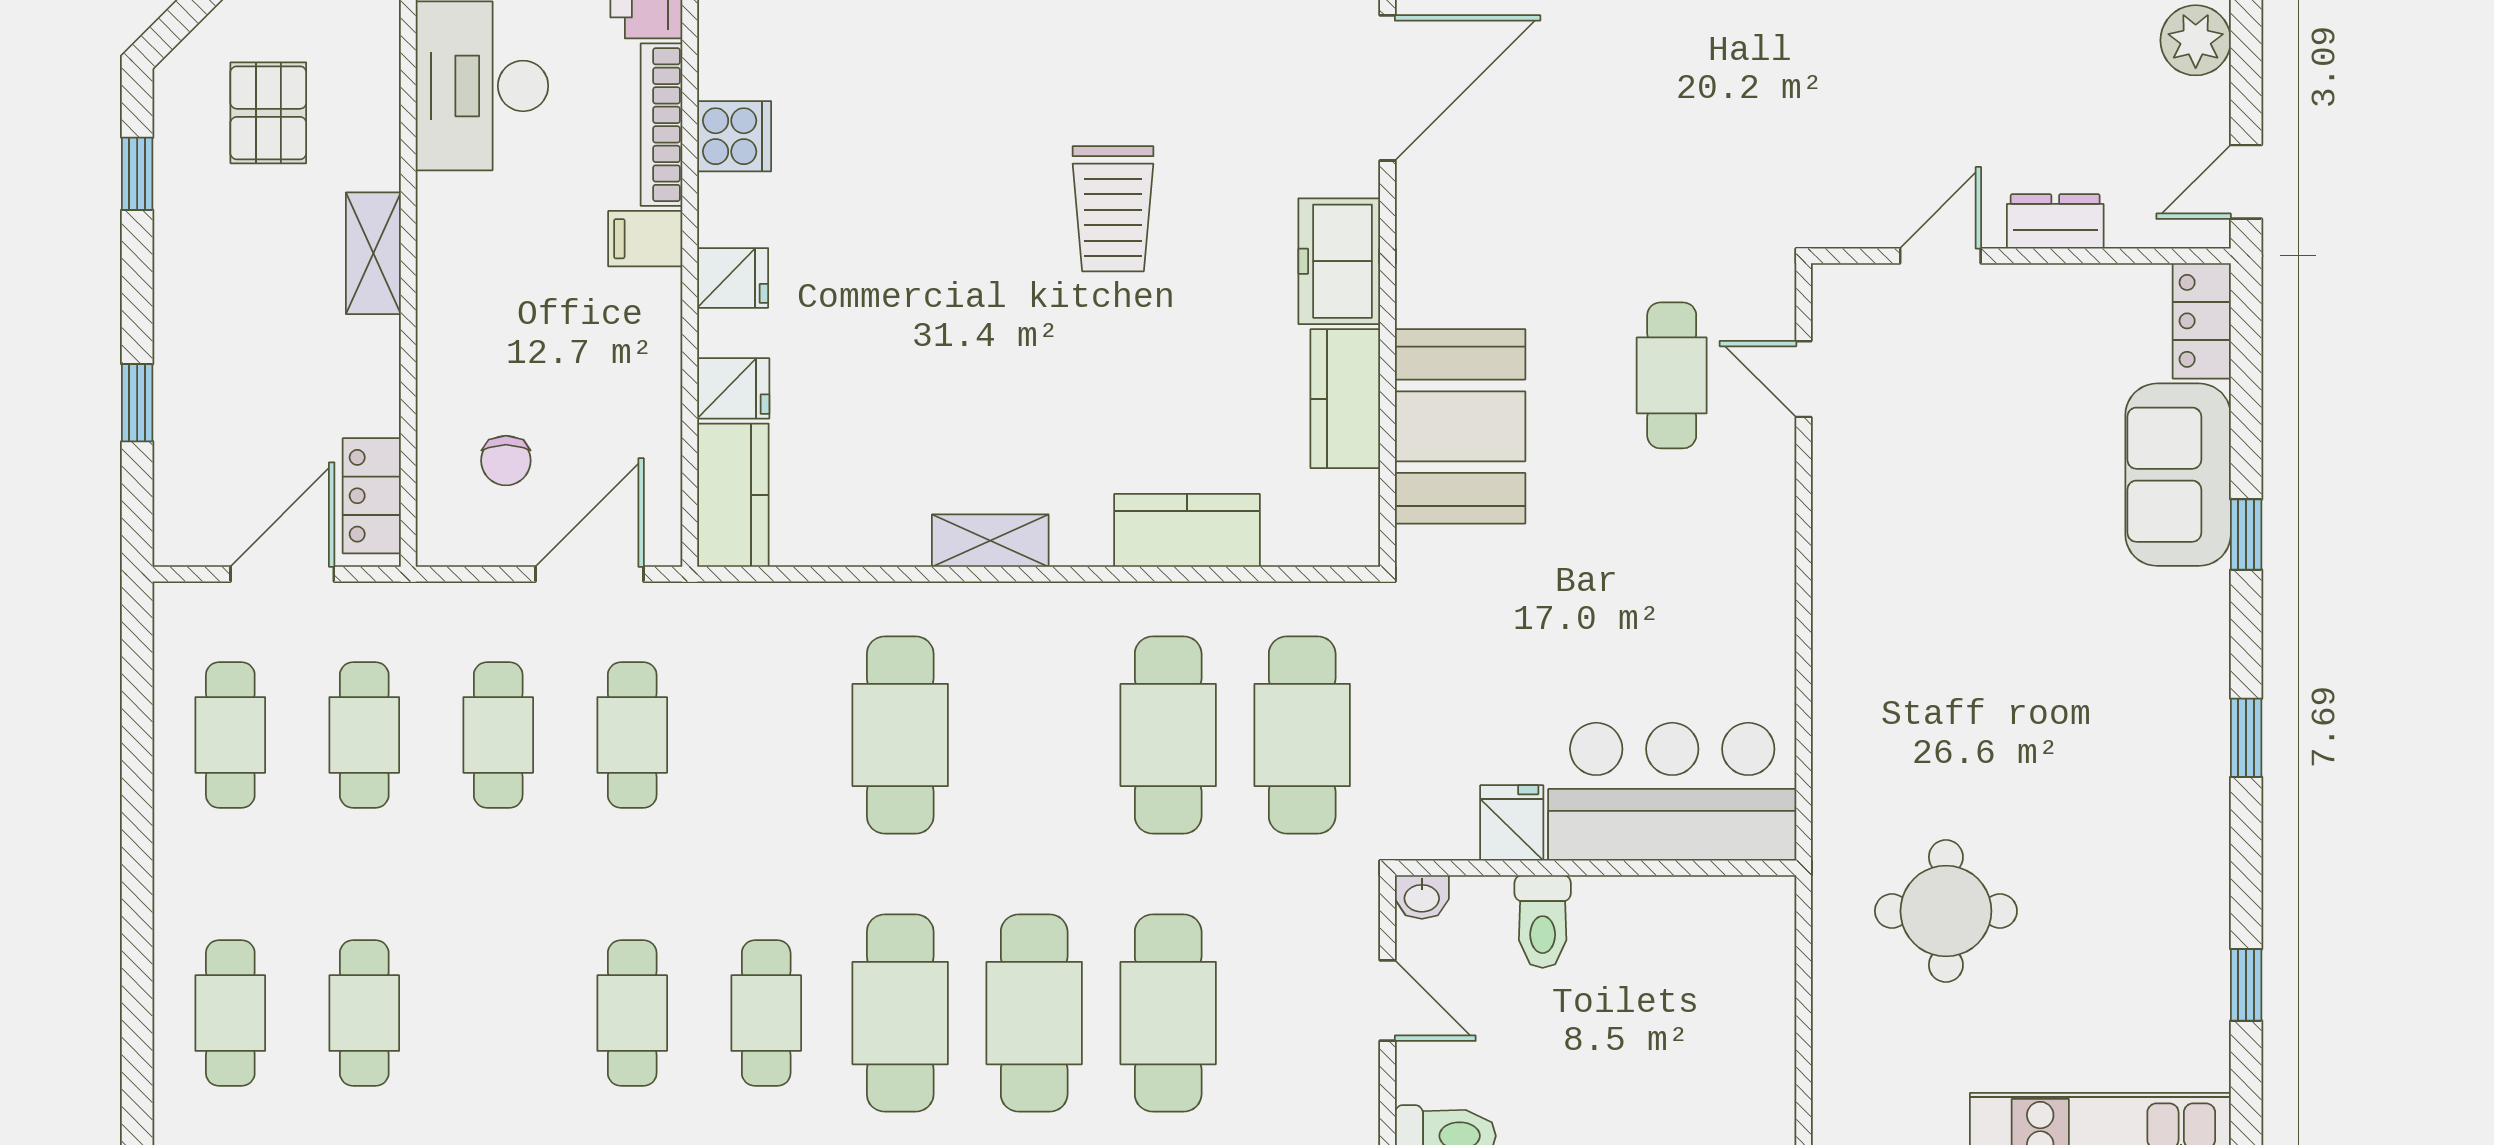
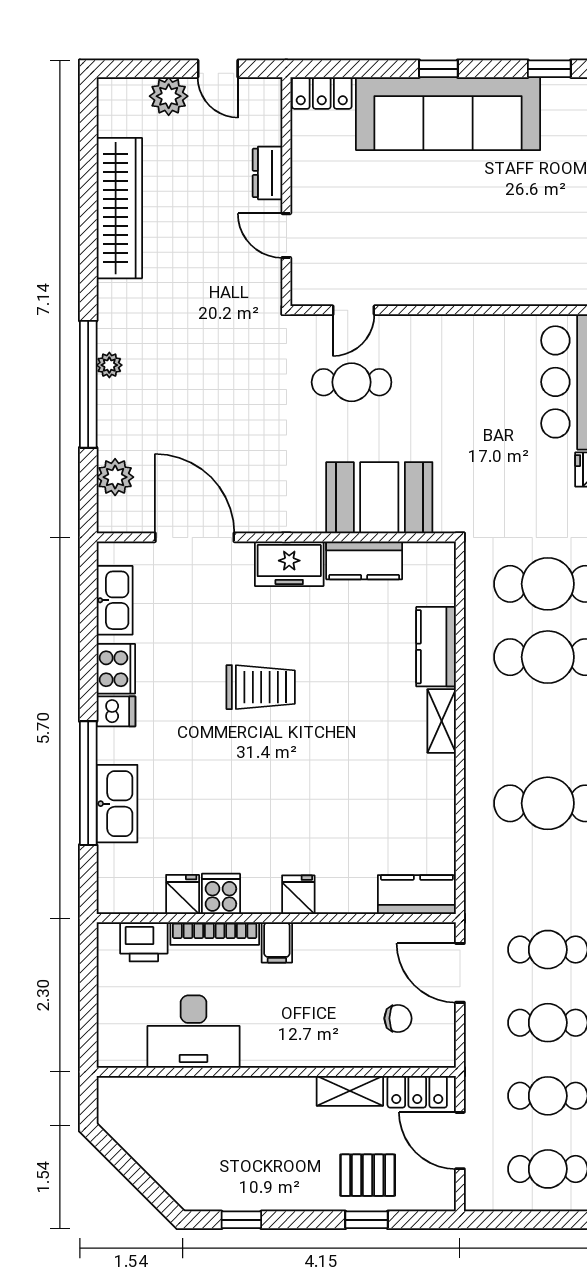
pallet: (268, 113) -> (368, 1175), moved
door: (2246, 182) -> (218, 69), moved
shelving: (373, 253) -> (350, 1091), moved
fridge: (733, 388) -> (183, 894), moved
sofa: (2178, 475) -> (448, 114), width x1.85, depth x1.27
shelving: (990, 541) -> (442, 721), moved

